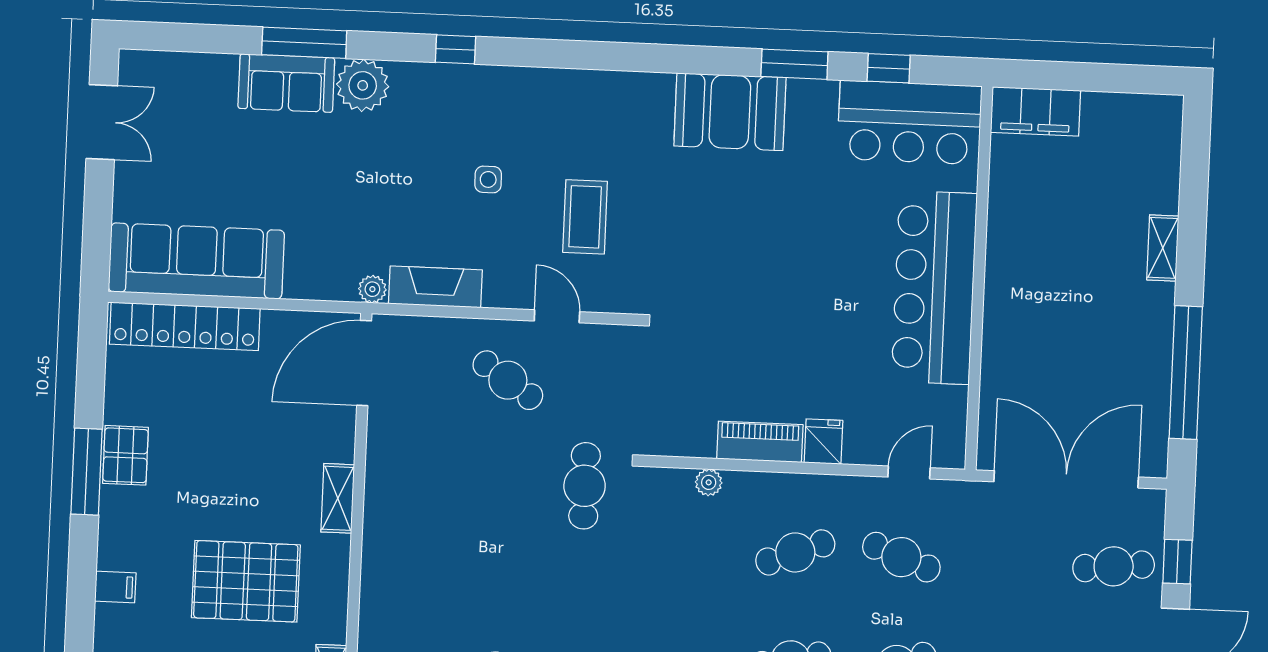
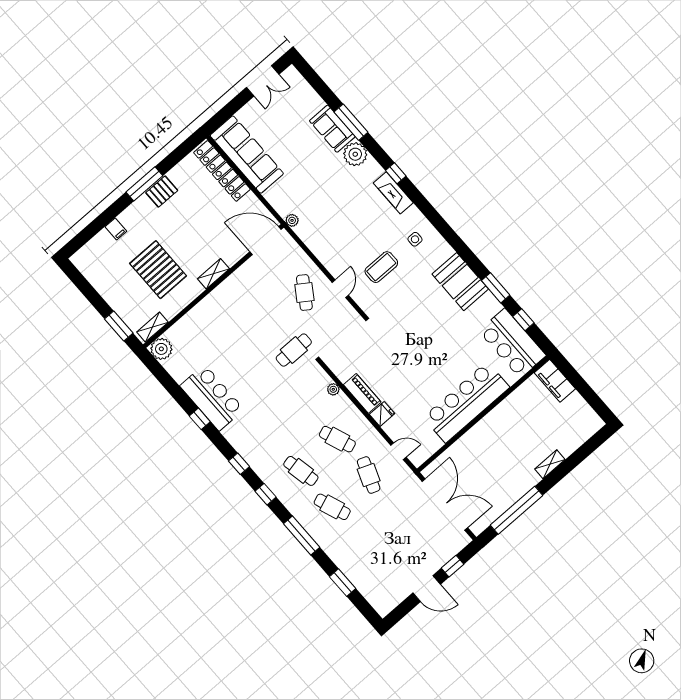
side table: (488, 179) -> (415, 239), moved
fireplace: (435, 287) -> (393, 193), moved, turned 180
cafe table: (1114, 566) -> (431, 547), removed

